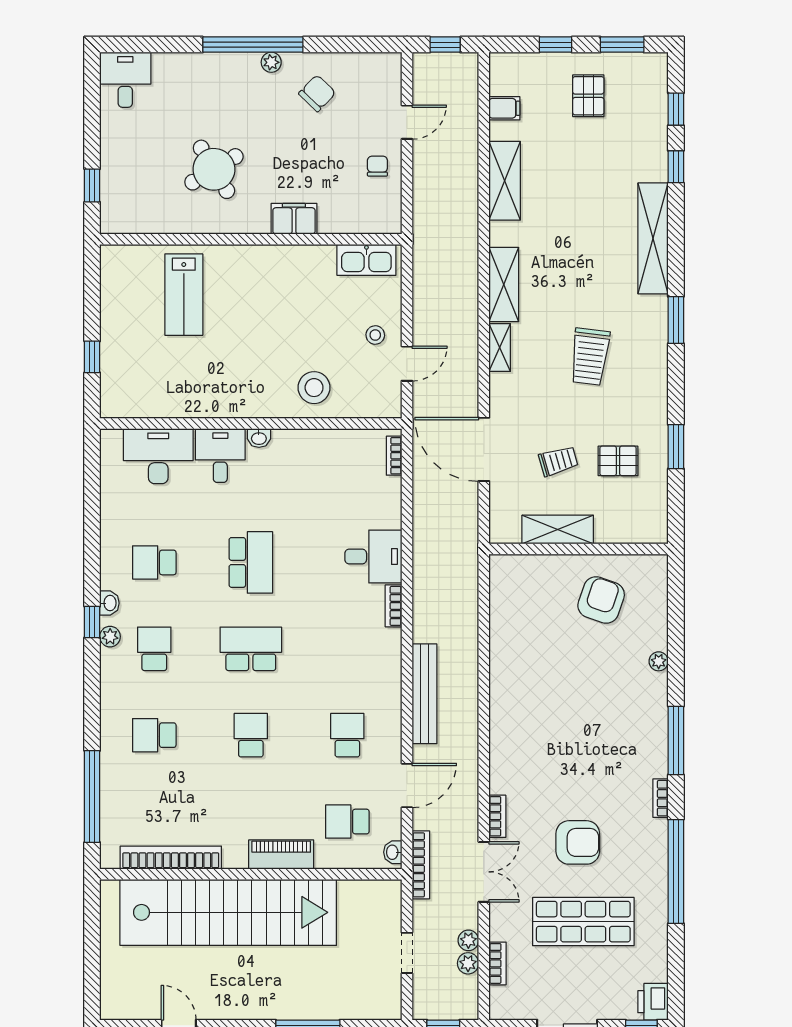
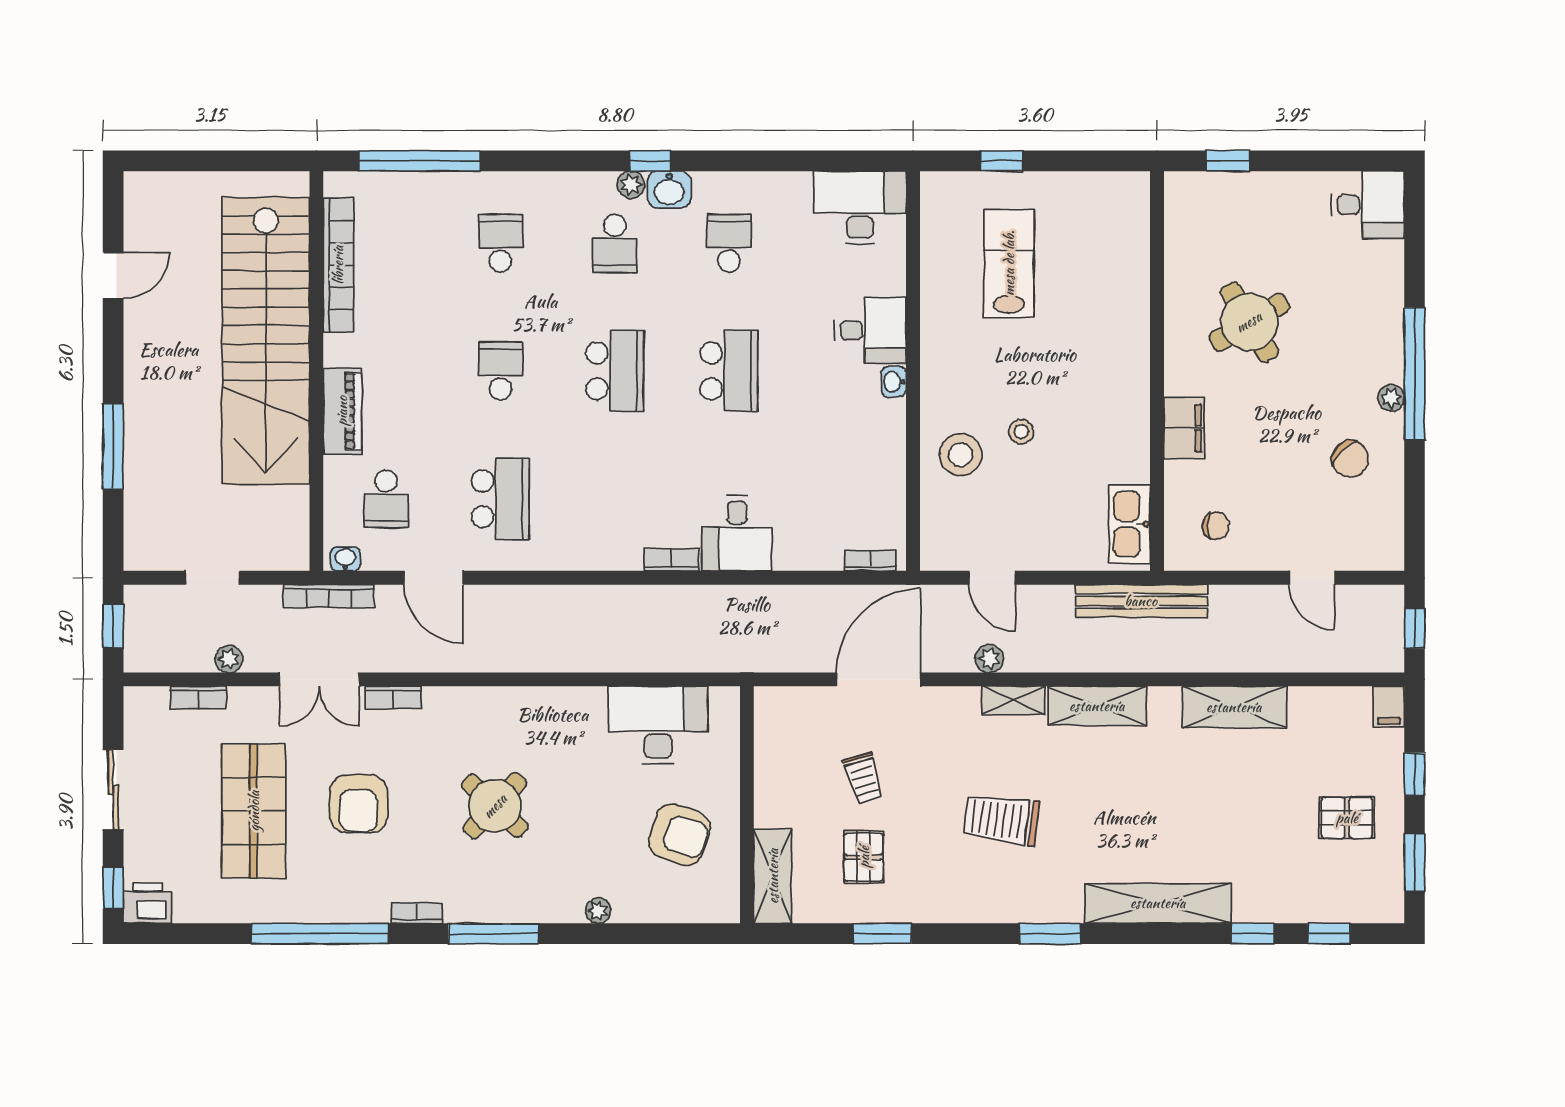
filing cabinet: (504, 108) -> (1389, 707), moved
chair: (377, 166) -> (1216, 526), moved
lab bench: (184, 295) -> (1009, 263), moved, turned 90
stool: (375, 335) -> (1021, 432), moved
desk: (158, 456) -> (860, 207), moved, turned -90
shelving: (558, 530) -> (773, 876), moved
school desk: (251, 562) -> (729, 371), turned -90
washbasin: (109, 603) -> (669, 190), width x1.38, depth x1.45
desk: (518, 616) -> (658, 725), added
school desk: (154, 649) -> (615, 243), turned 90
bench: (425, 694) -> (1141, 601), moved
school desk: (251, 735) -> (500, 371), turned -90
school desk: (347, 735) -> (500, 499), width x1.85
round table: (579, 739) -> (495, 806), added
school desk: (347, 822) -> (386, 499), turned 180
plant: (468, 963) -> (989, 659), moved

